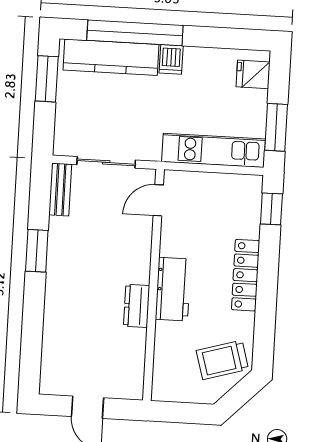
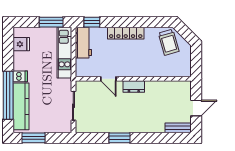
fridge: (253, 74) -> (21, 44), moved, turned -90
bench: (60, 190) -> (178, 128), moved
door: (158, 200) -> (108, 79), moved
workbench: (173, 289) -> (83, 43), moved, turned 90
dresser: (137, 306) -> (134, 86), moved

